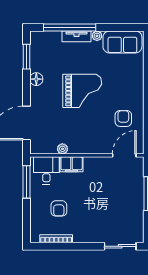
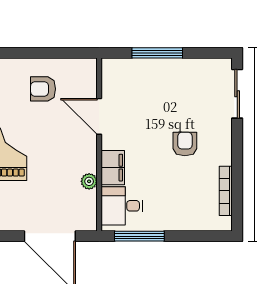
door: (124, 155) -> (99, 116), moved
armchair: (59, 208) -> (185, 144), moved, turned -90

